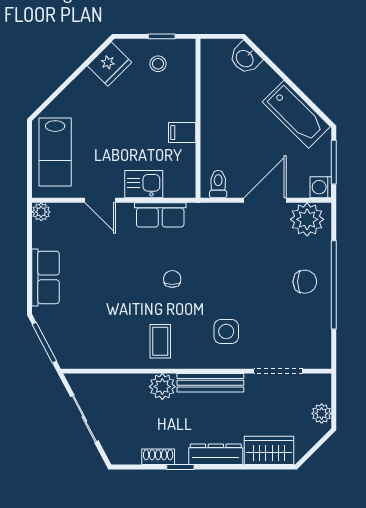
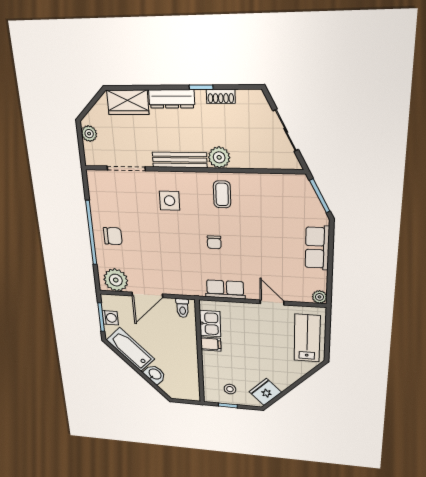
washbasin: (245, 58) -> (155, 374), moved
kitchen sink: (144, 184) -> (210, 324), moved, turned -90
washing machine: (321, 187) -> (110, 318), moved
chair: (305, 282) -> (113, 236), turned 180

